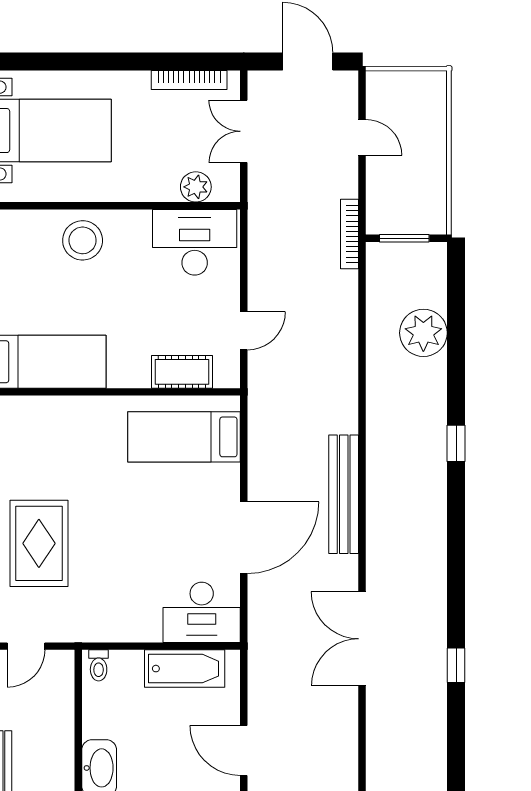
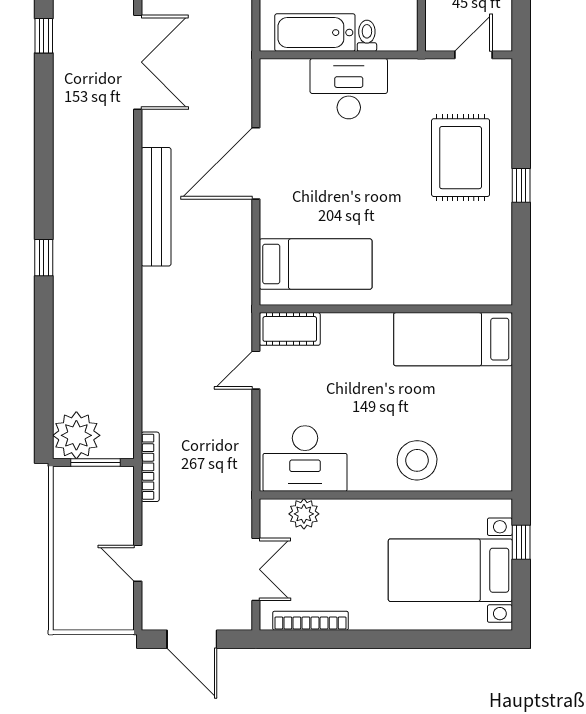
plant: (423, 333) -> (76, 435), moved
cot: (182, 372) -> (290, 329), moved
desk: (202, 612) -> (349, 89), moved
toilet: (99, 665) -> (367, 36), moved

